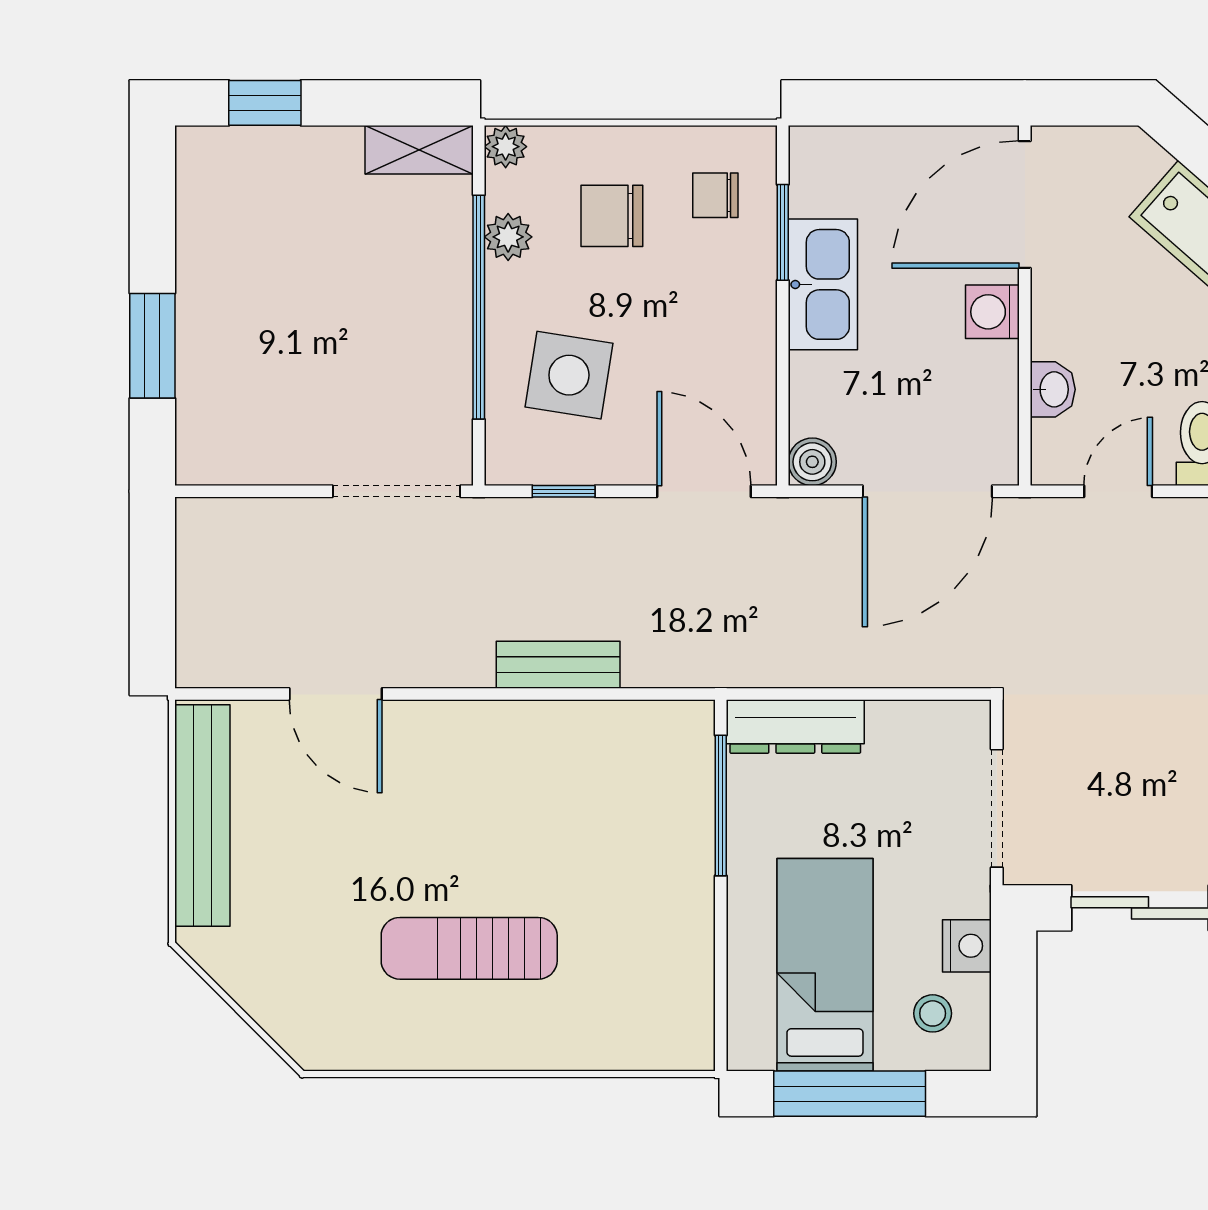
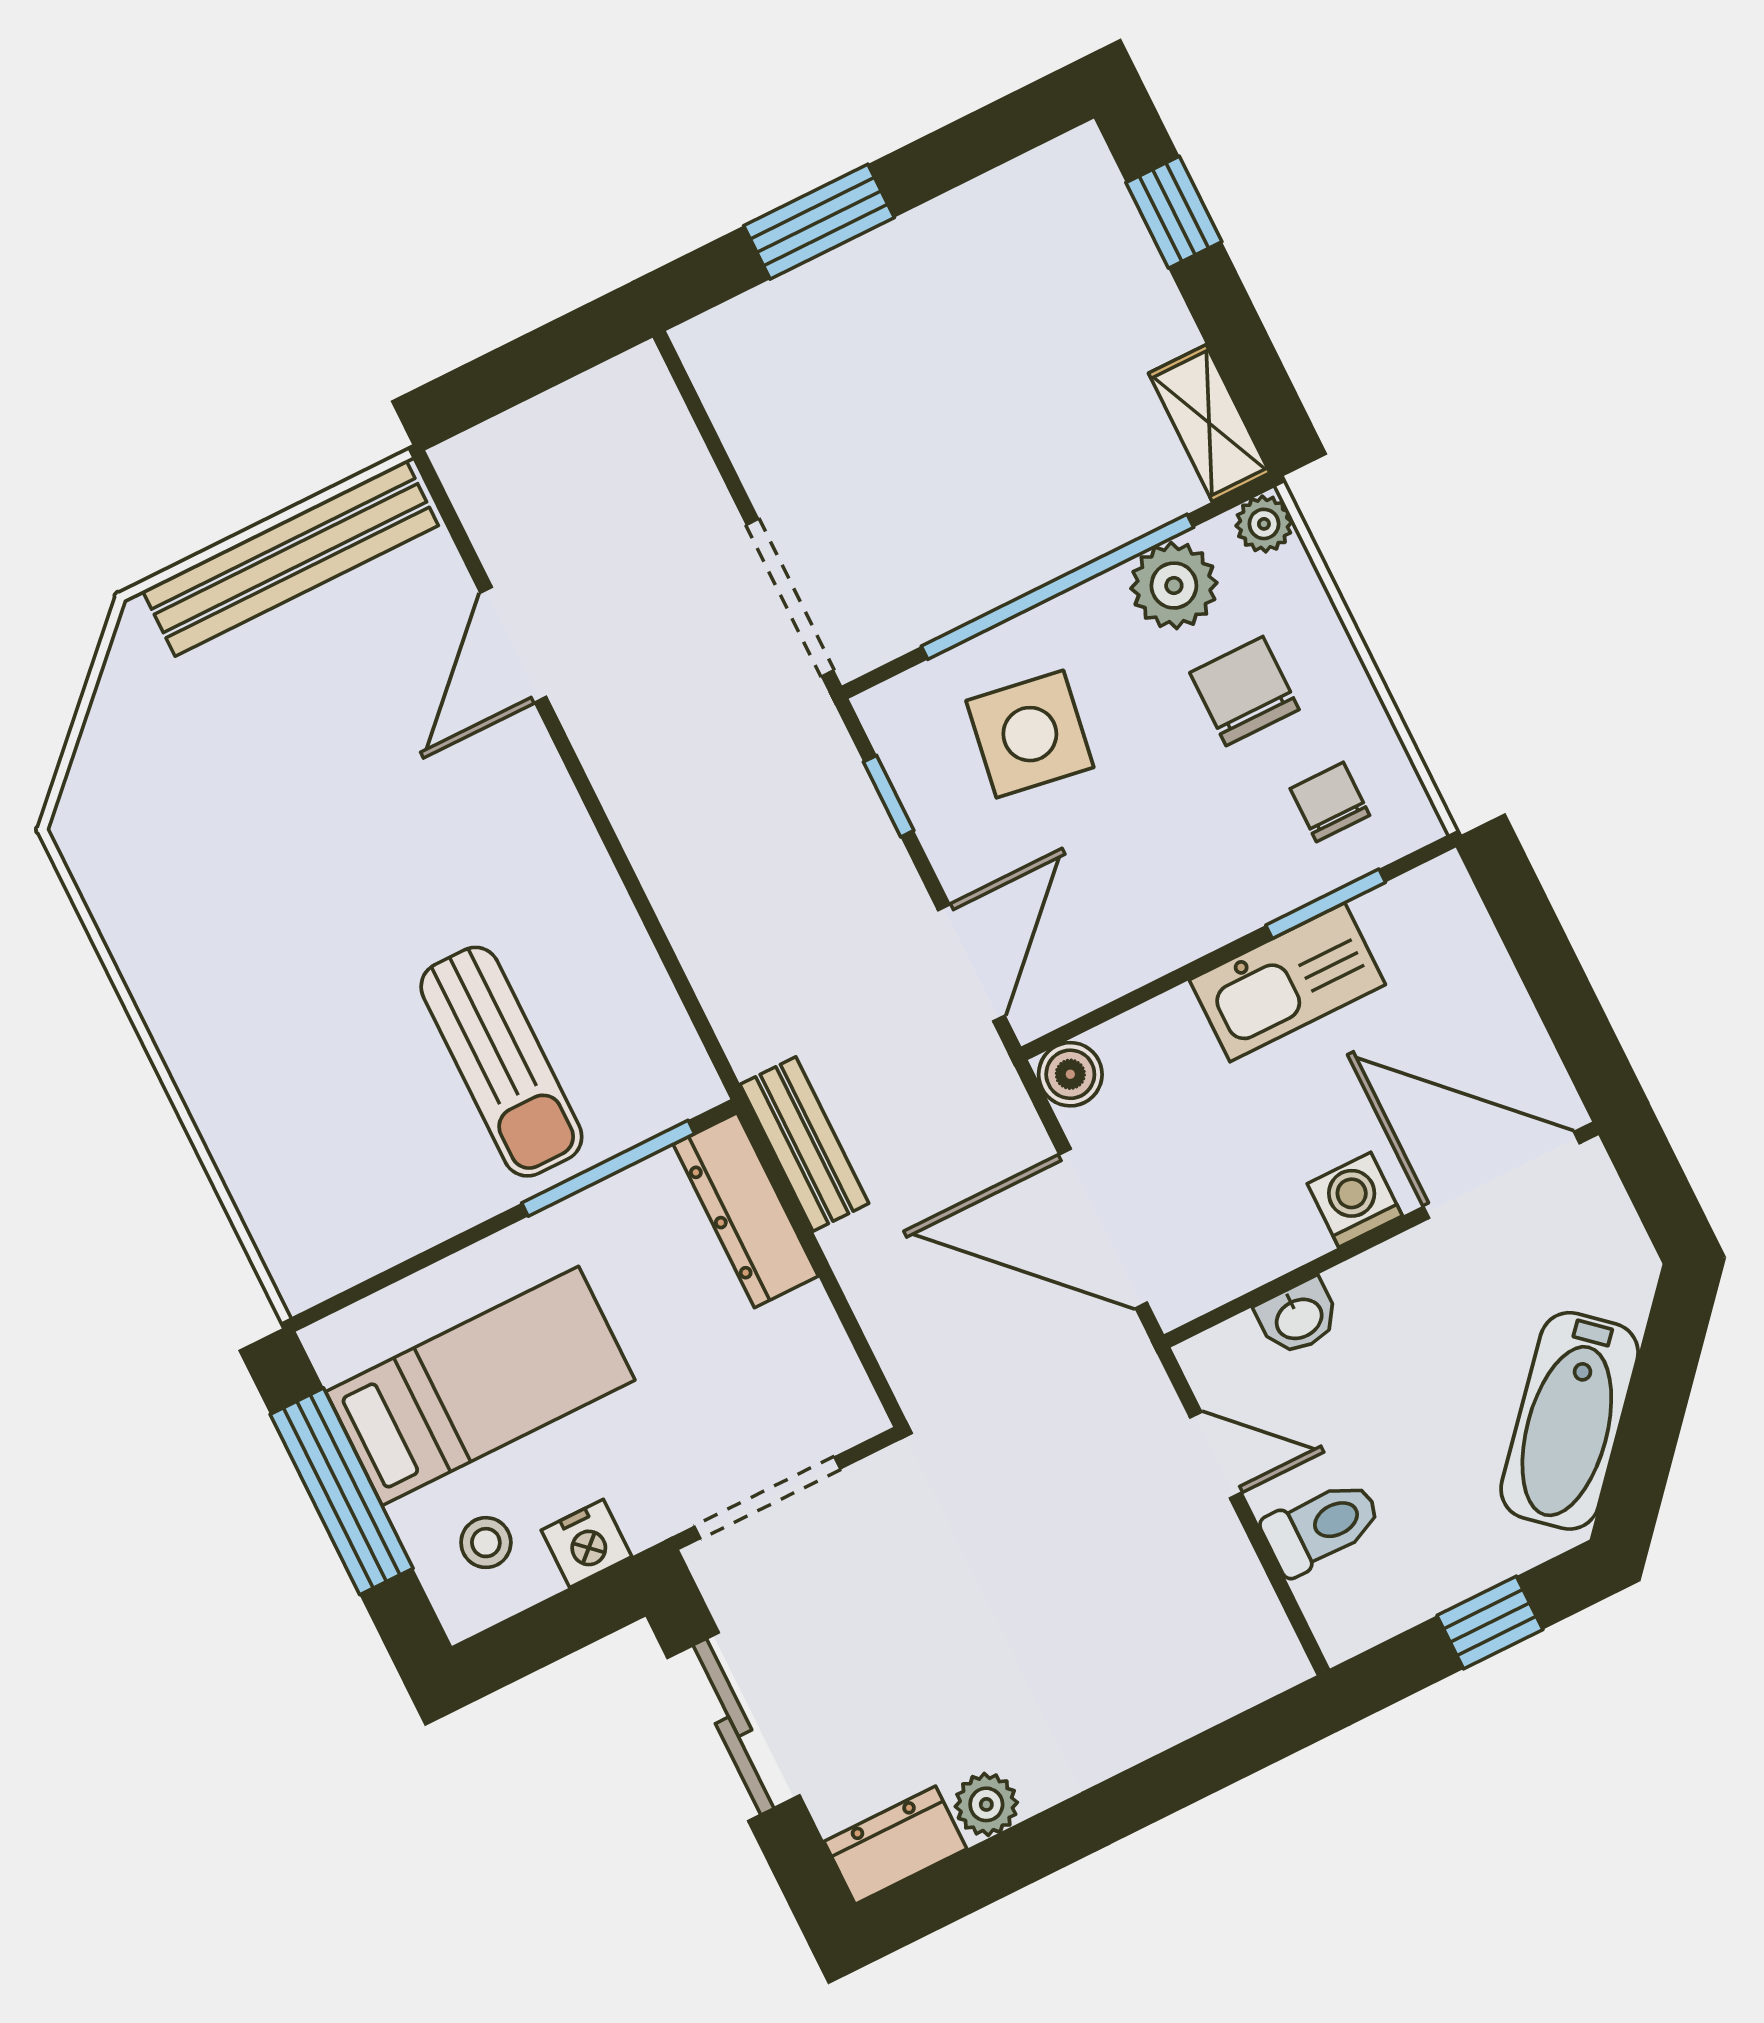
plant: (508, 237) -> (1174, 586), width x1.38, depth x1.38
bench: (558, 665) -> (804, 1144), moved
sun lounger: (469, 948) -> (501, 1062), moved, turned 180

